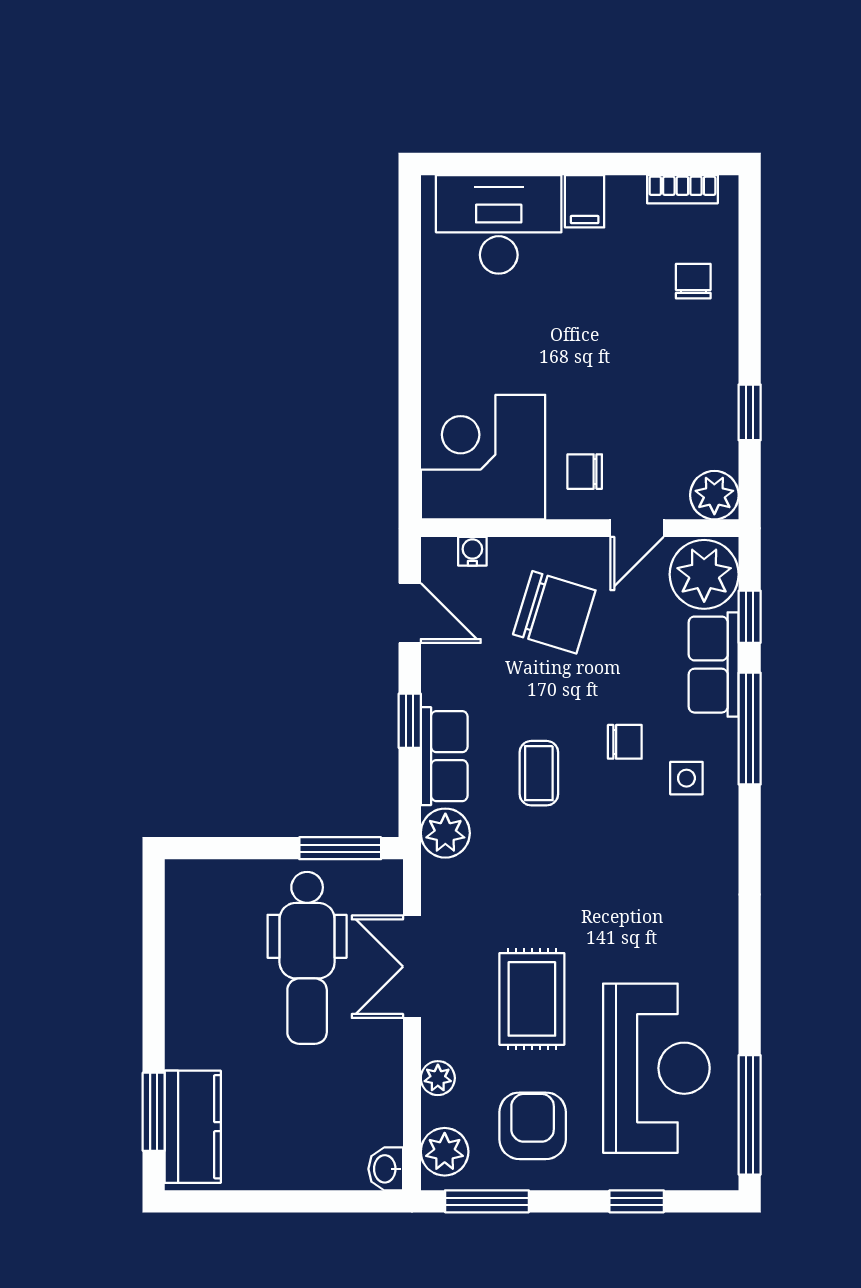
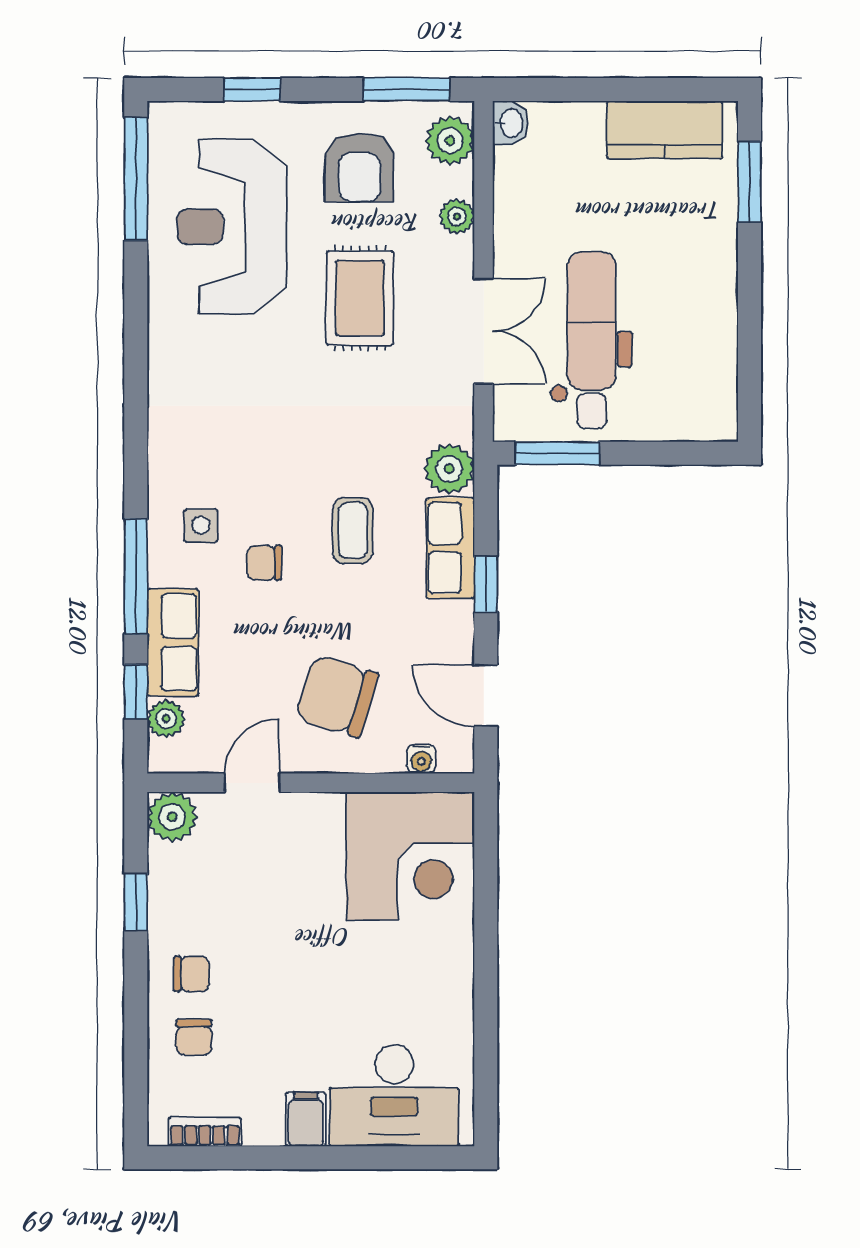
chair: (585, 472) -> (191, 974), moved
plant: (704, 574) -> (166, 719), width x0.53, depth x0.53
kitchen counter: (193, 1127) -> (664, 130), moved, turned -90

